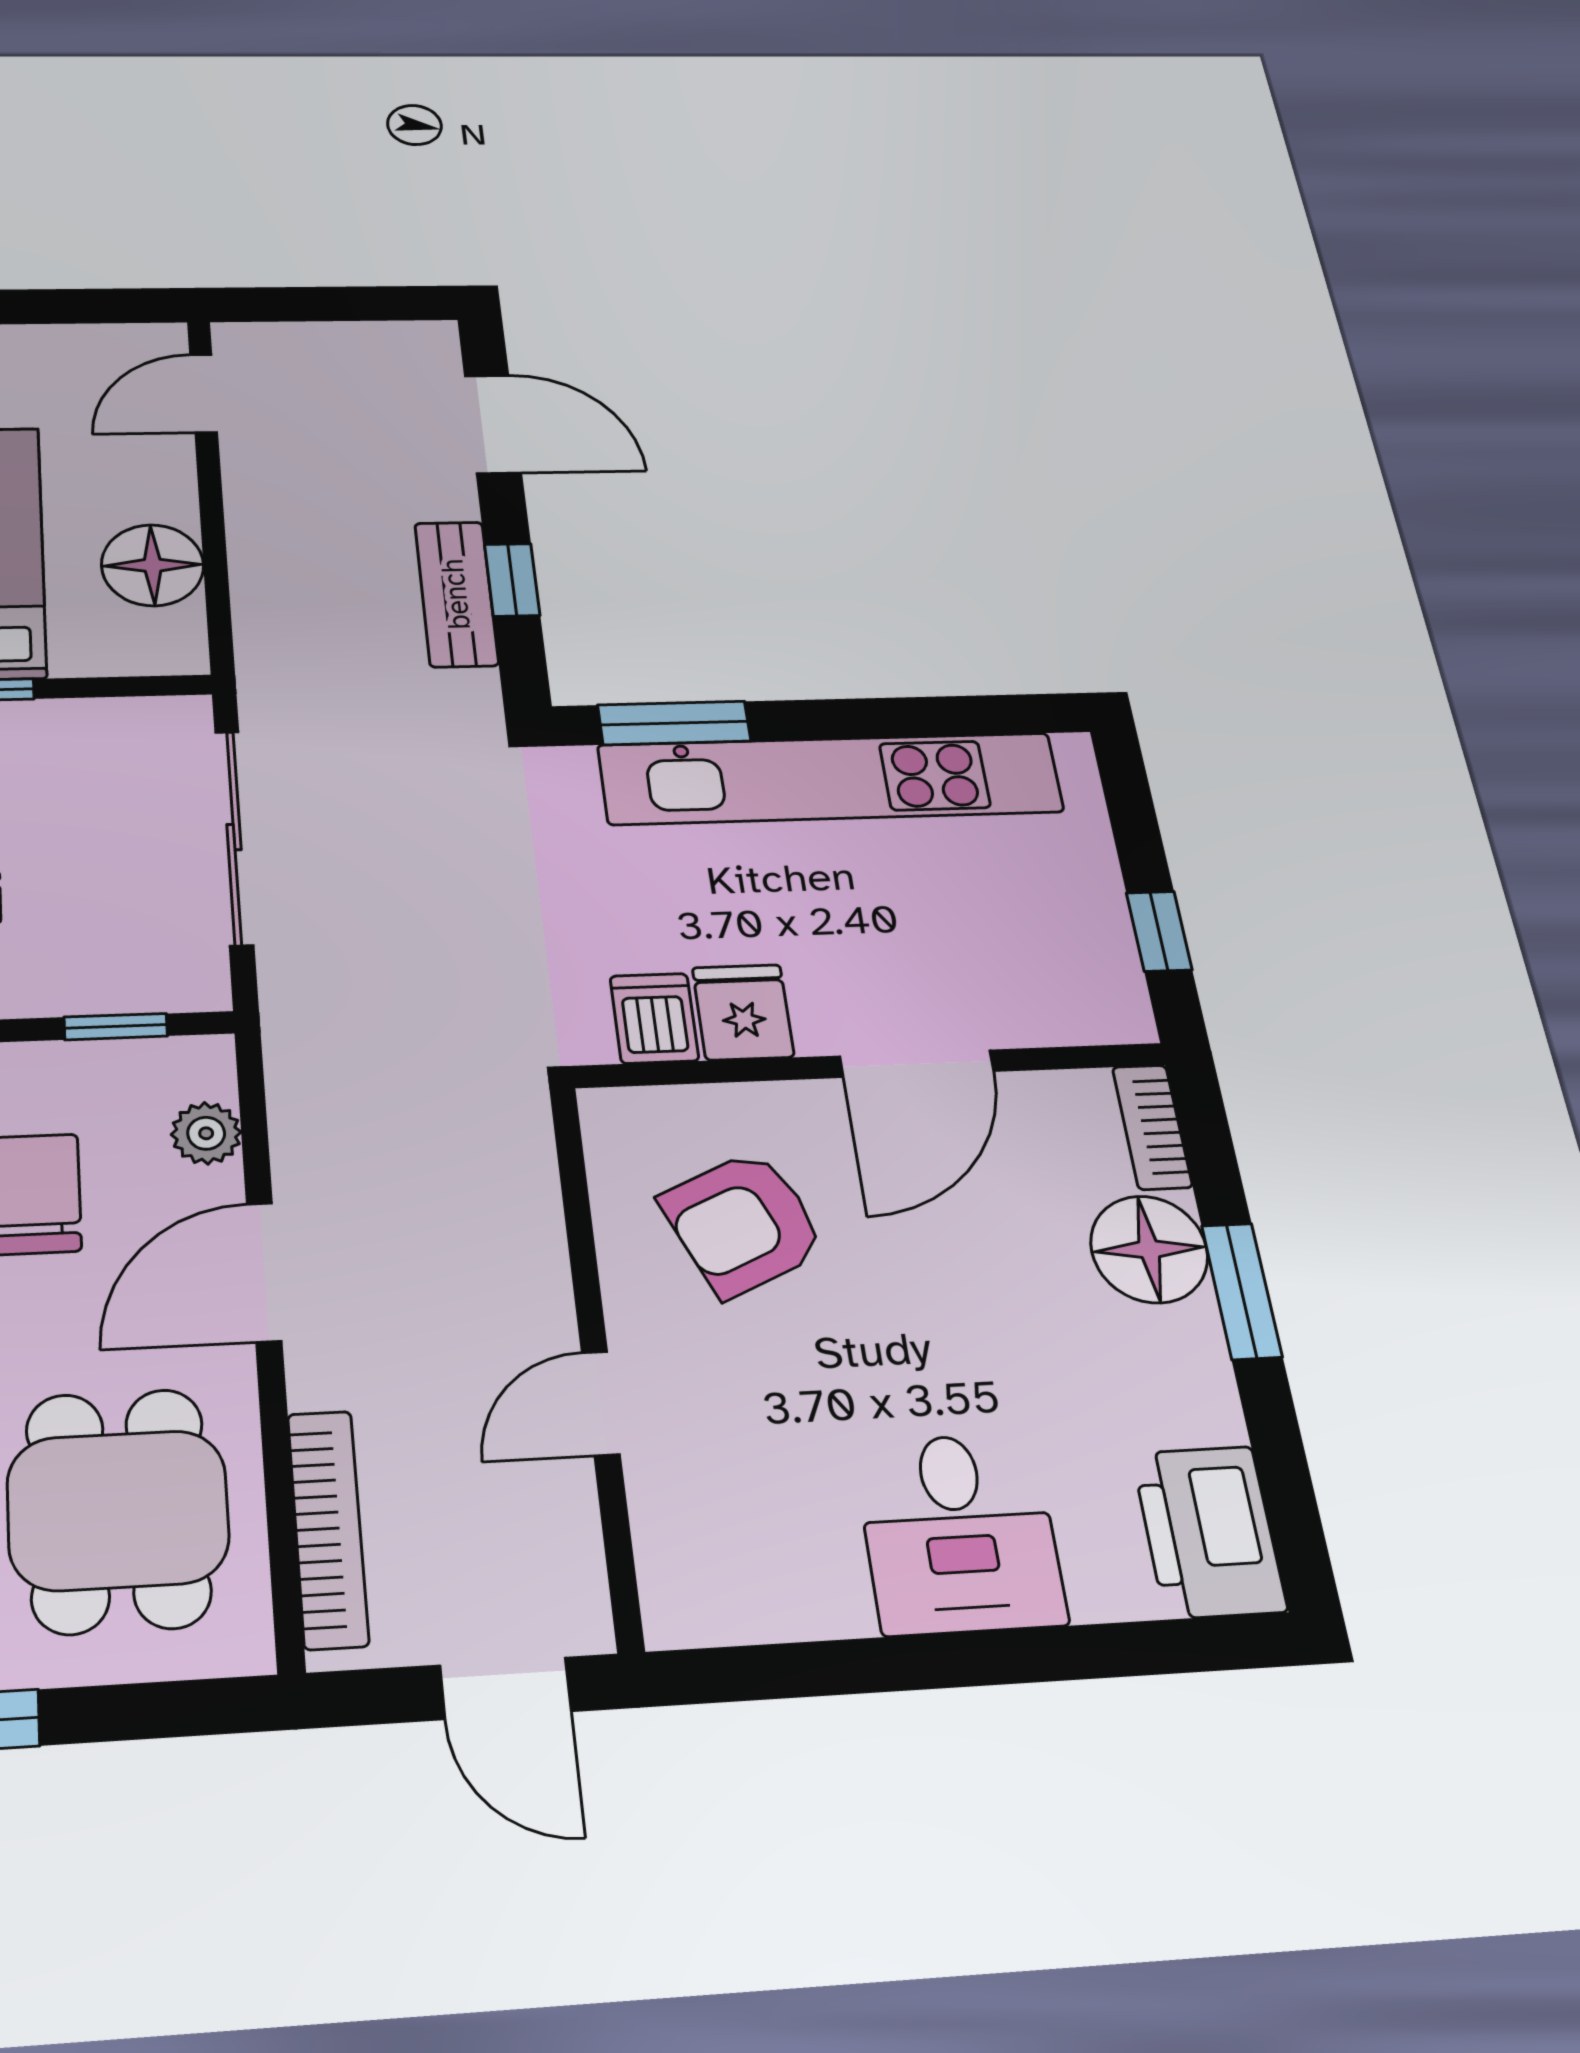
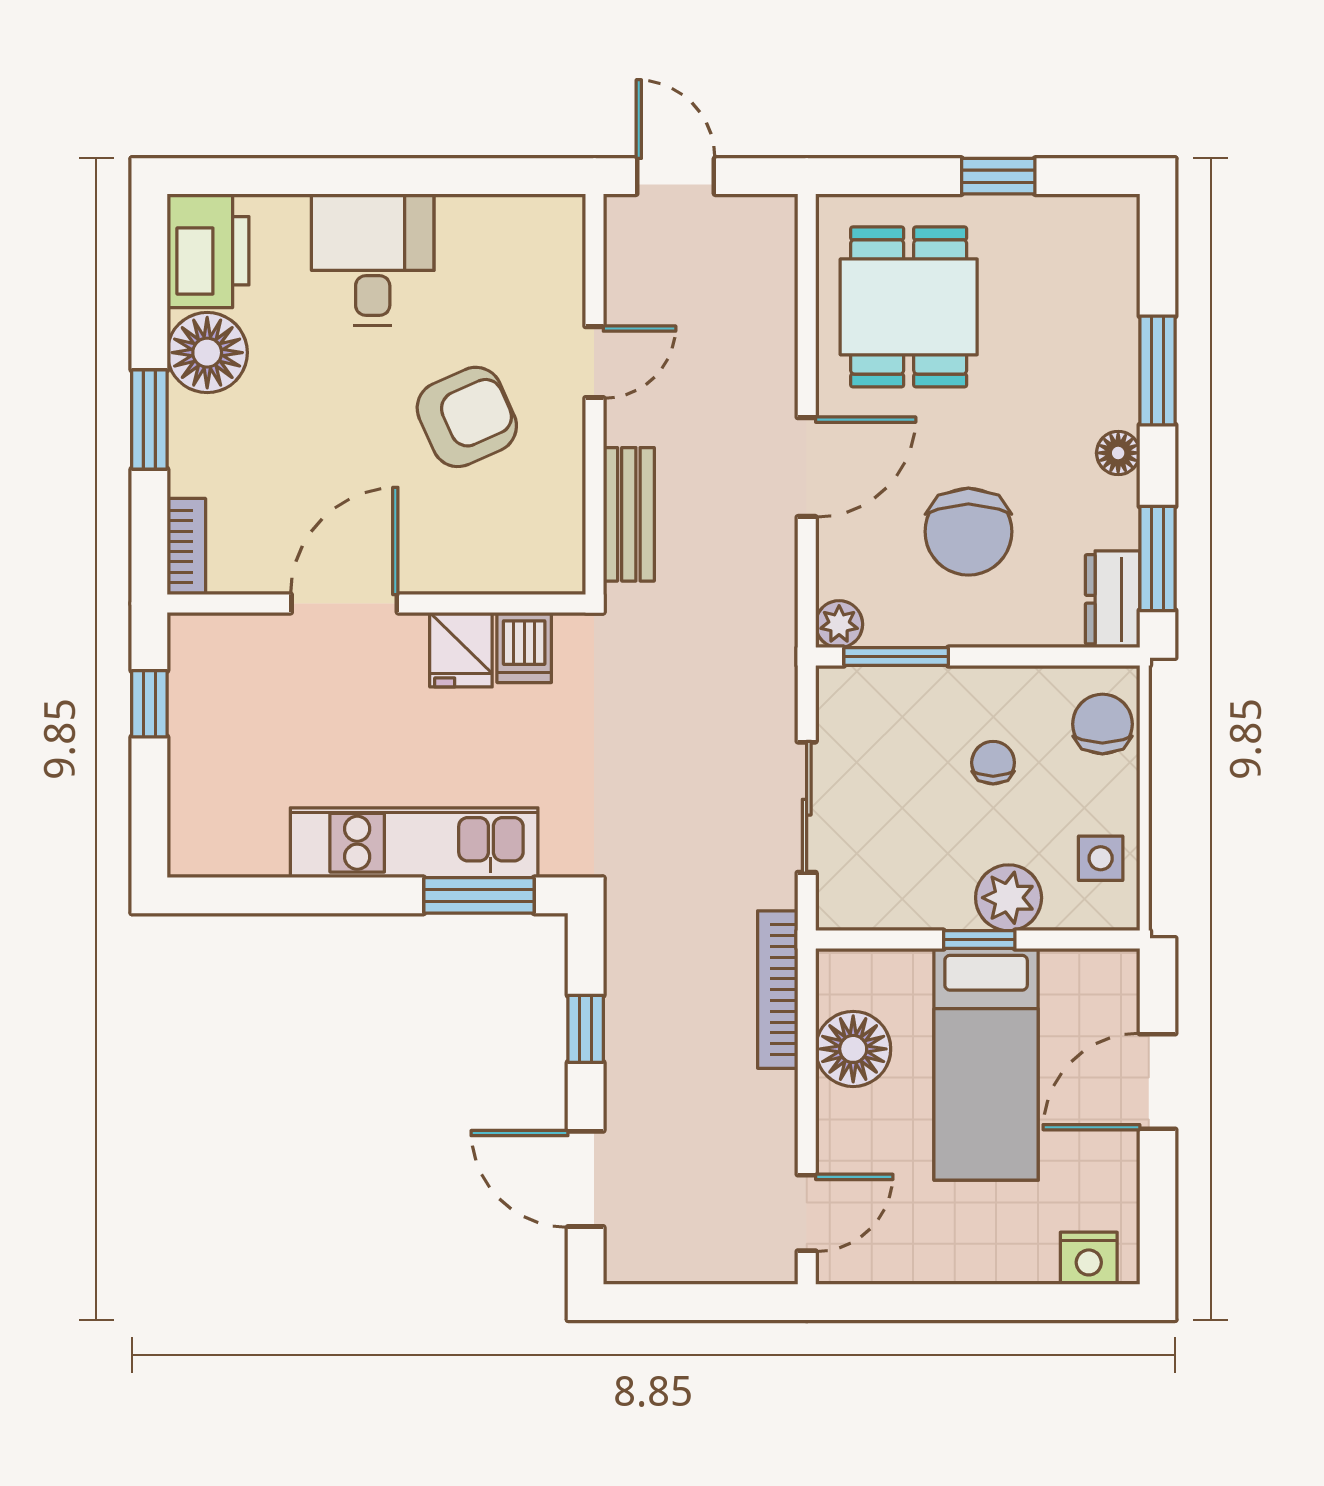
bench: (456, 594) -> (629, 514), moved
kitchen unit: (831, 778) -> (414, 843), width x0.73
sliding door: (234, 837) -> (807, 807), width x0.73
window: (116, 1027) -> (896, 657), width x1.50
plant: (206, 1133) -> (839, 624), moved
armchair: (743, 1223) -> (467, 417), moved
floor lamp: (1149, 1249) -> (207, 353), moved
bookcase: (328, 1529) -> (778, 990), moved

